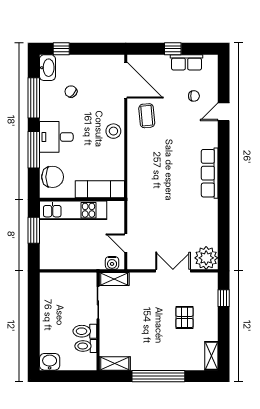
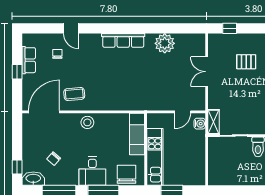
plant: (206, 258) -> (165, 43), moved

